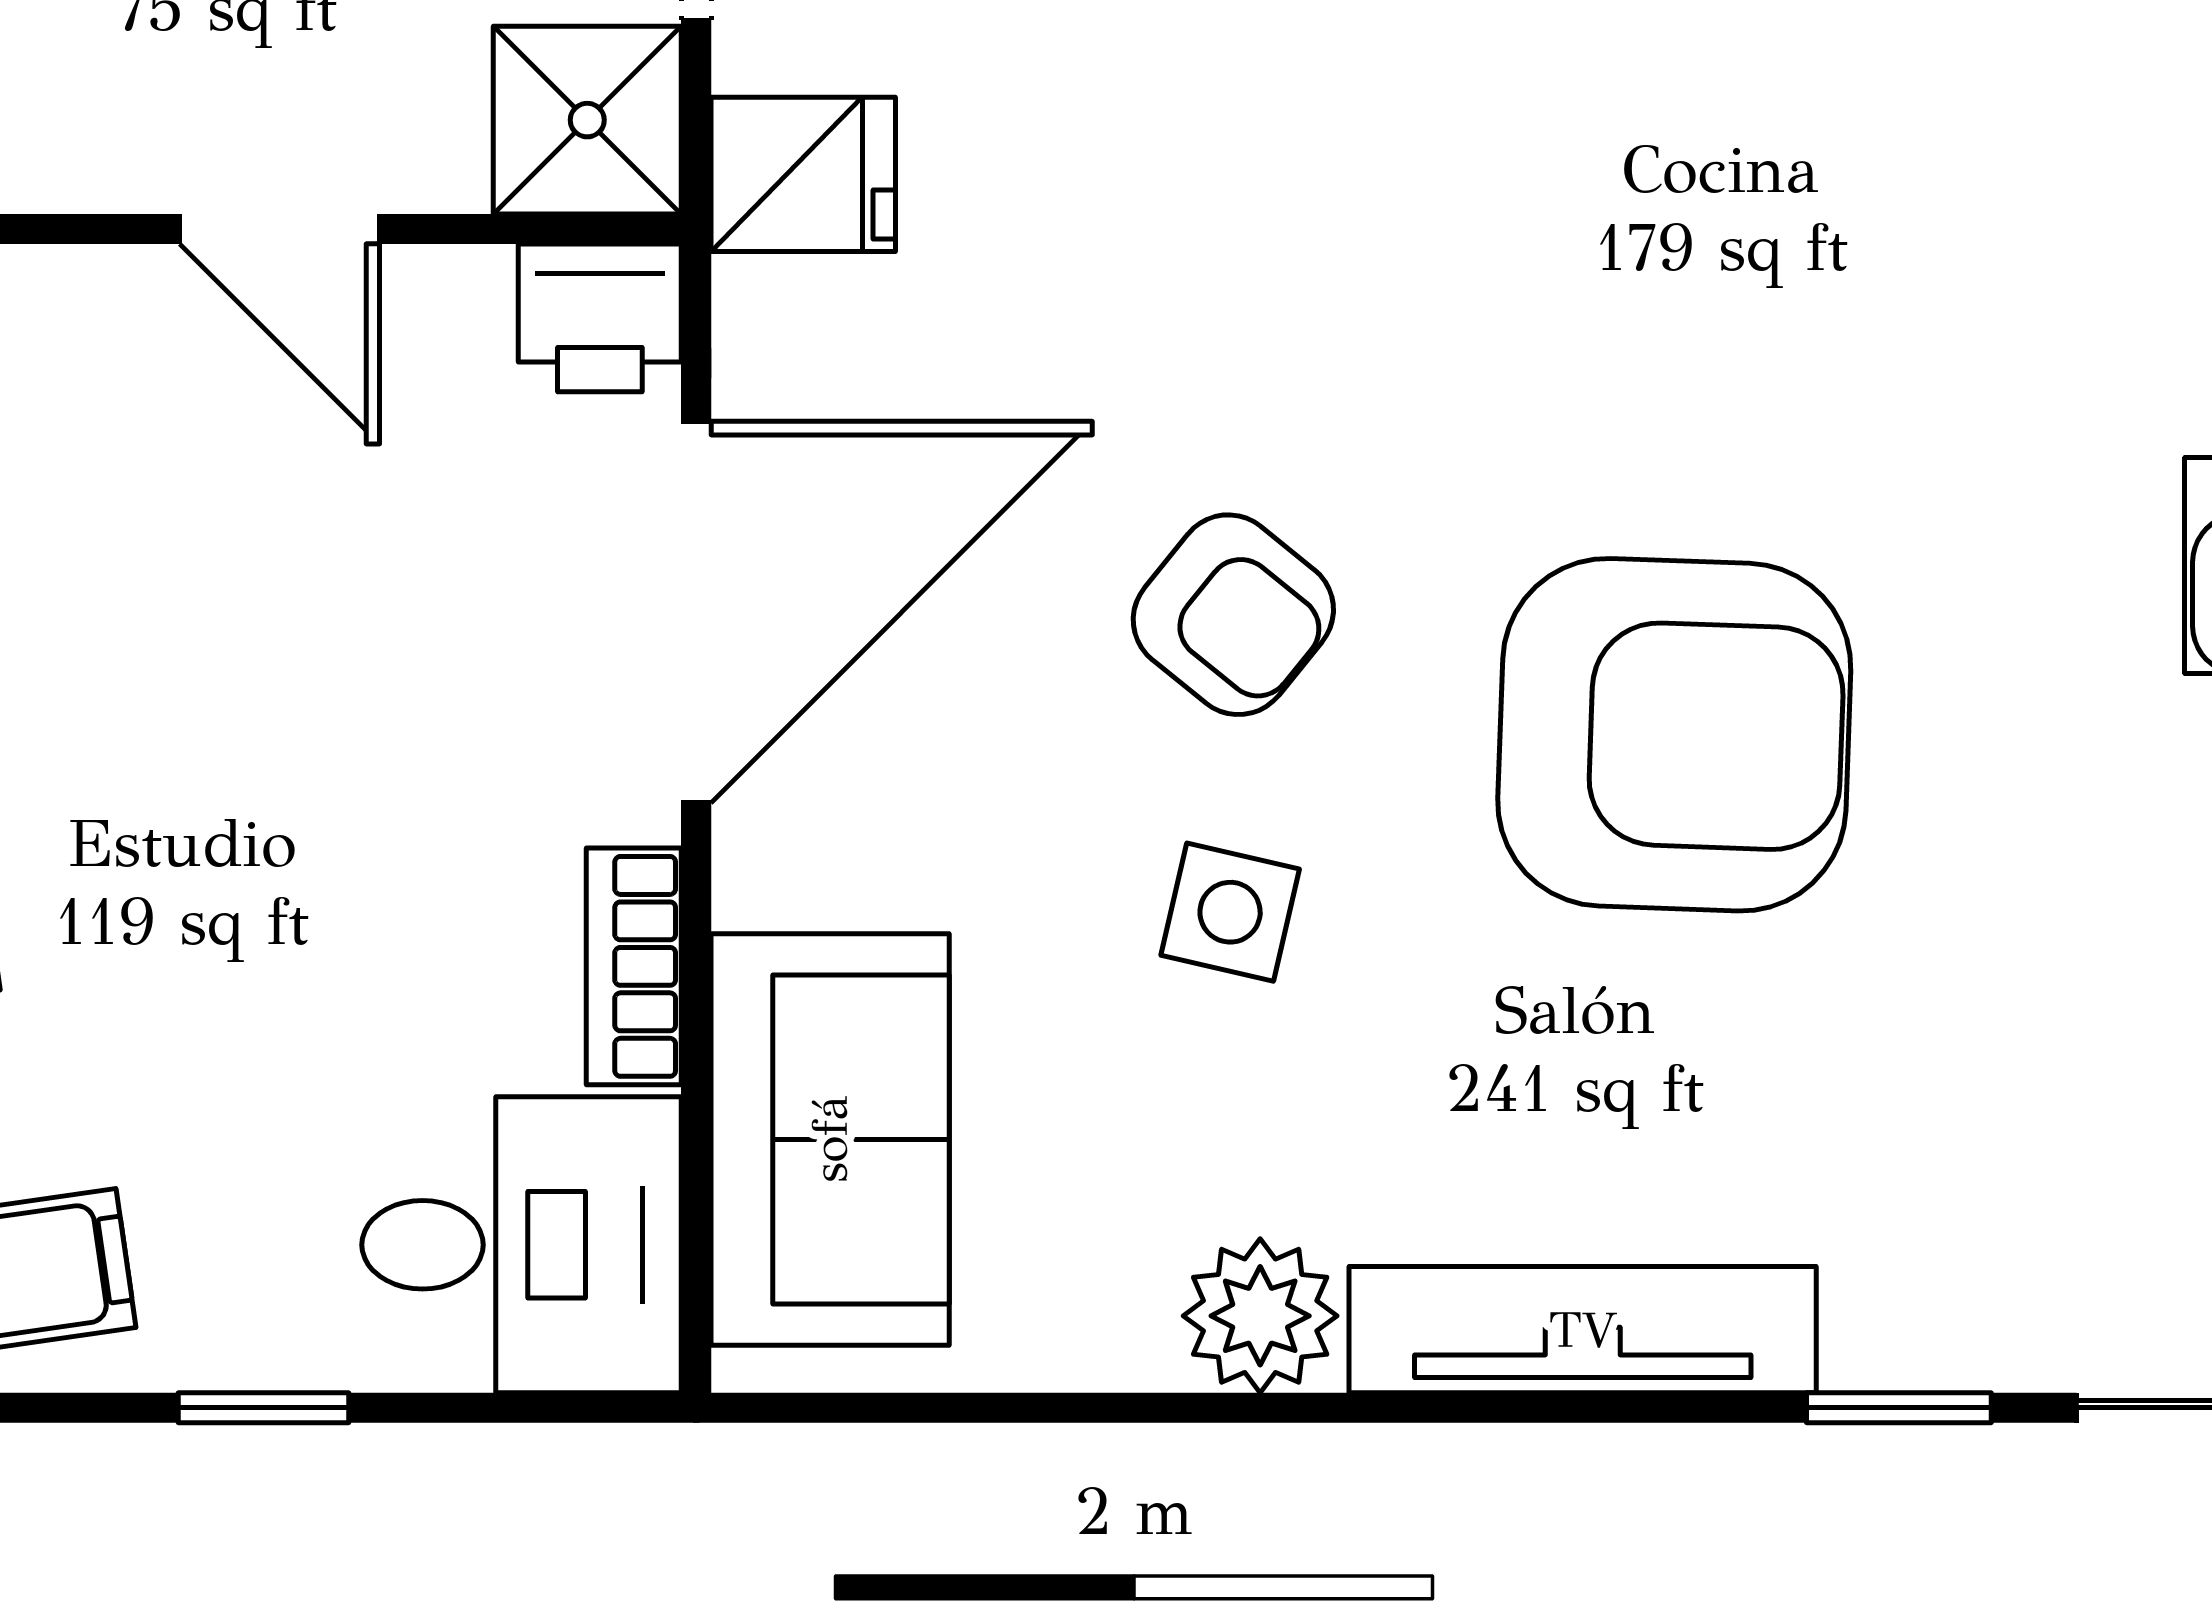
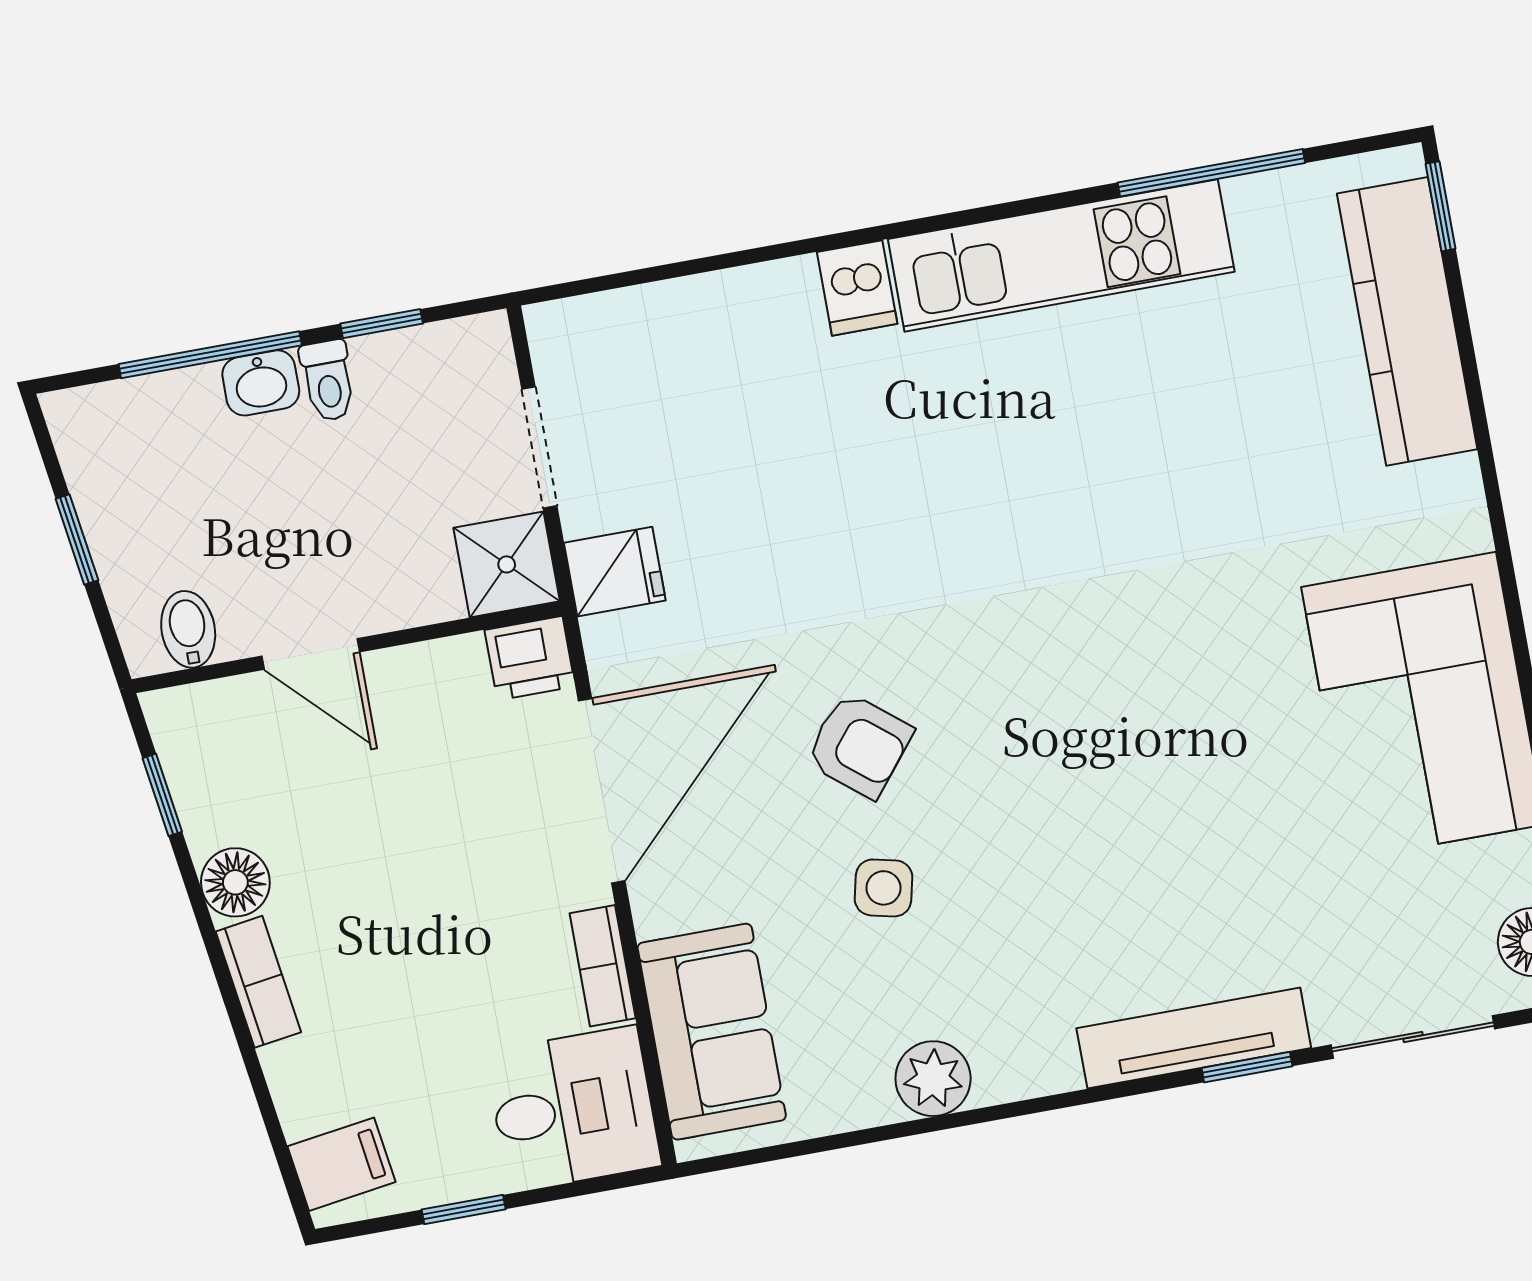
door: (280, 229) -> (311, 654), moved
armchair: (1674, 735) -> (1081, 764), removed
tv unit: (1583, 1330) -> (1194, 1038), moved

